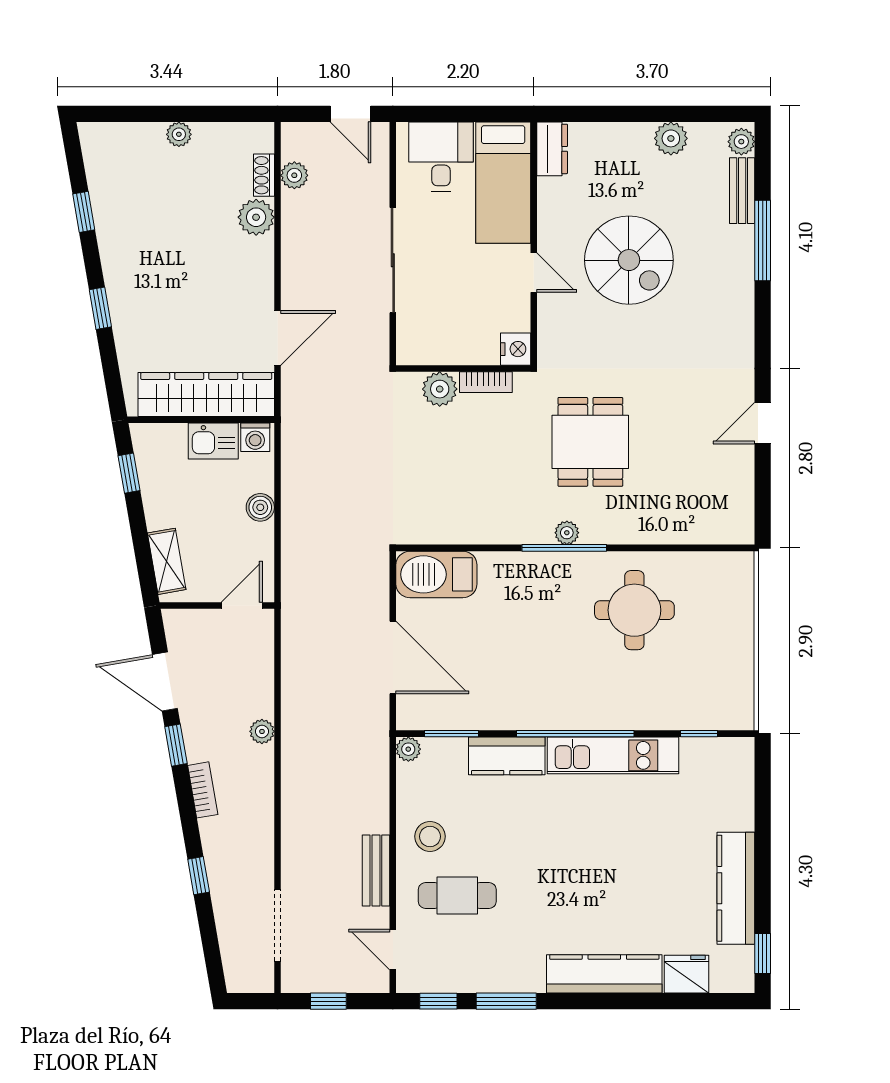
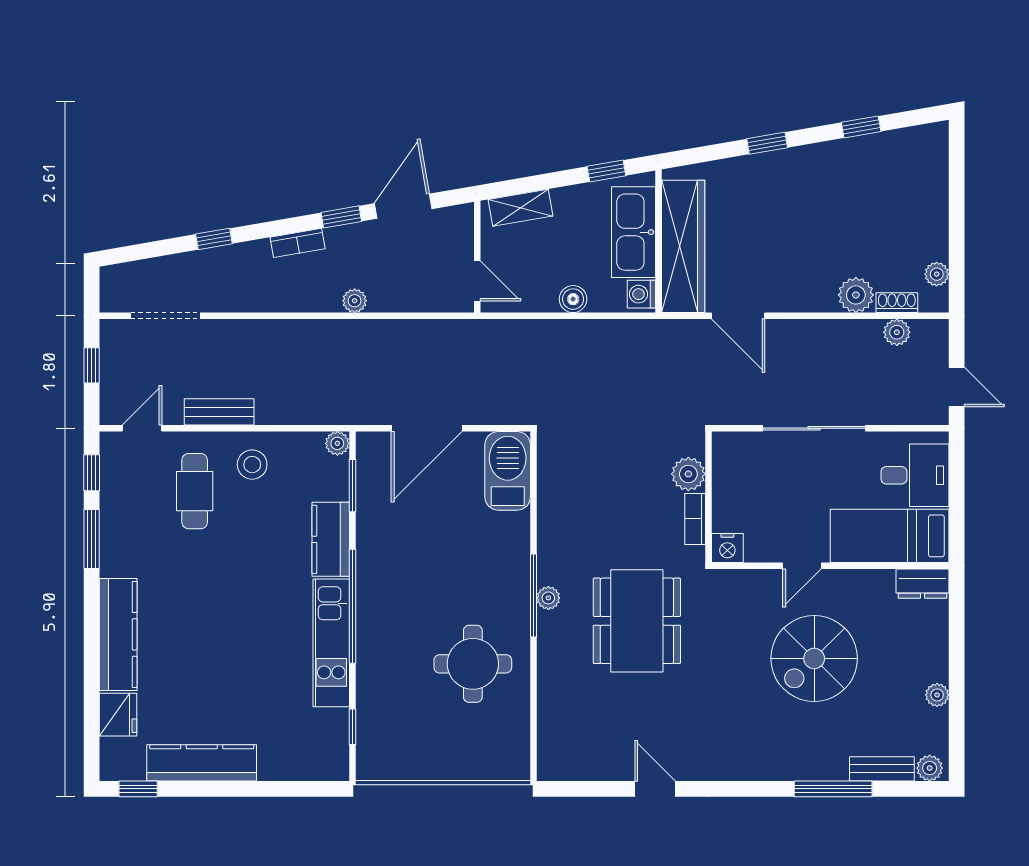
door: (351, 114) -> (957, 387), swing flipped
plant: (179, 134) -> (937, 274), moved
plant: (671, 138) -> (937, 695), width x0.73, depth x0.73
kitchen sink: (213, 441) -> (633, 232), width x1.88, depth x1.24
dining table: (590, 442) -> (637, 621), width x1.38

